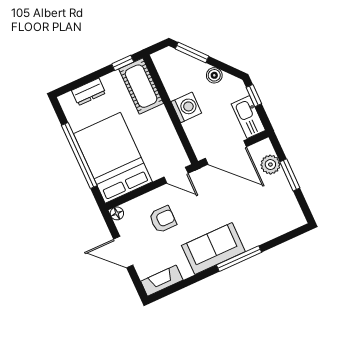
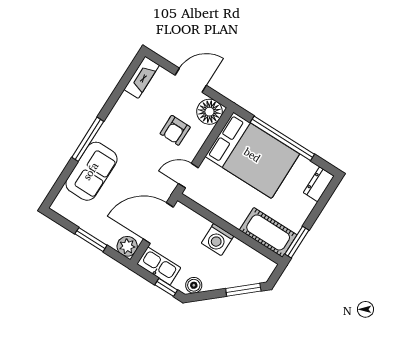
window: (123, 63) -> (297, 242), width x1.50
boiler: (214, 75) -> (194, 285), moved
dresser: (89, 92) -> (319, 184), moved
plant: (270, 165) -> (127, 246), moved
floor lamp: (117, 213) -> (209, 112), width x1.89, depth x1.89
sofa: (213, 249) -> (91, 171), moved

